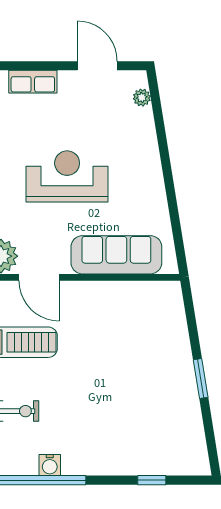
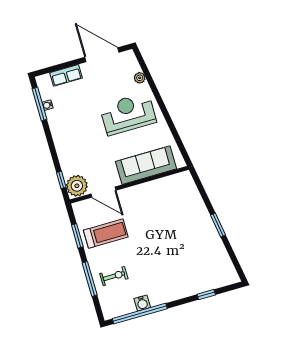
door: (97, 66) -> (102, 55), width x1.36
plant: (142, 98) -> (140, 78), moved
reception desk: (67, 176) -> (128, 114), moved

